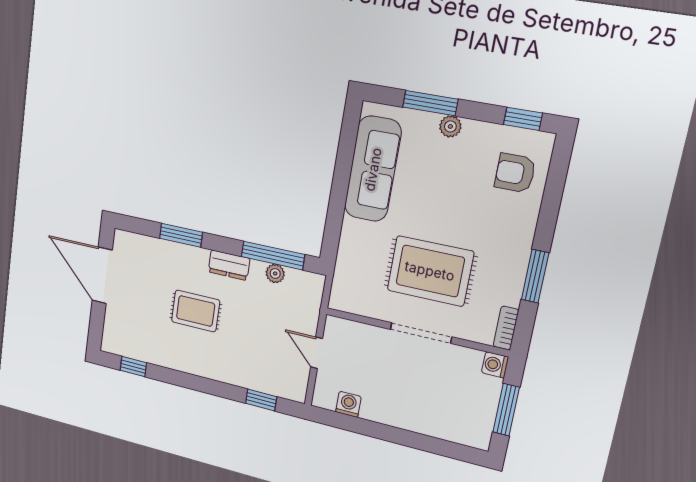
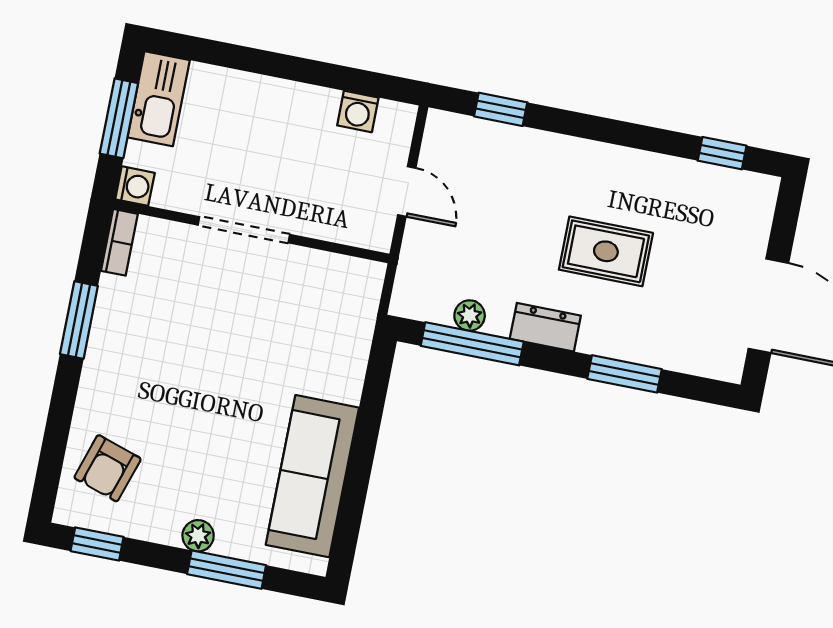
armchair: (515, 173) -> (108, 468), turned 108
rug: (430, 271) -> (229, 325), removed
kitchen sink: (479, 421) -> (159, 99), added

